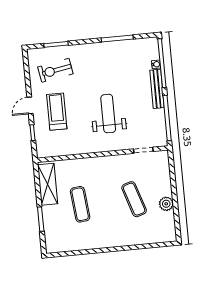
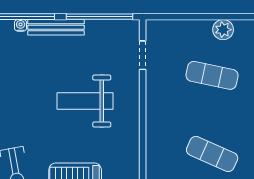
exercise mat: (134, 199) -> (212, 75), turned 30
exercise mat: (80, 204) -> (212, 154), turned 30

